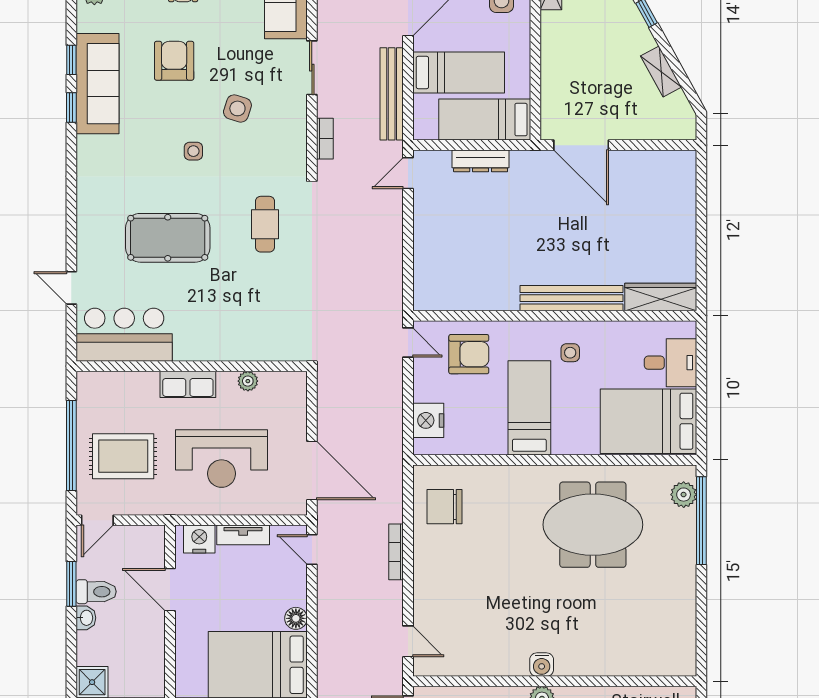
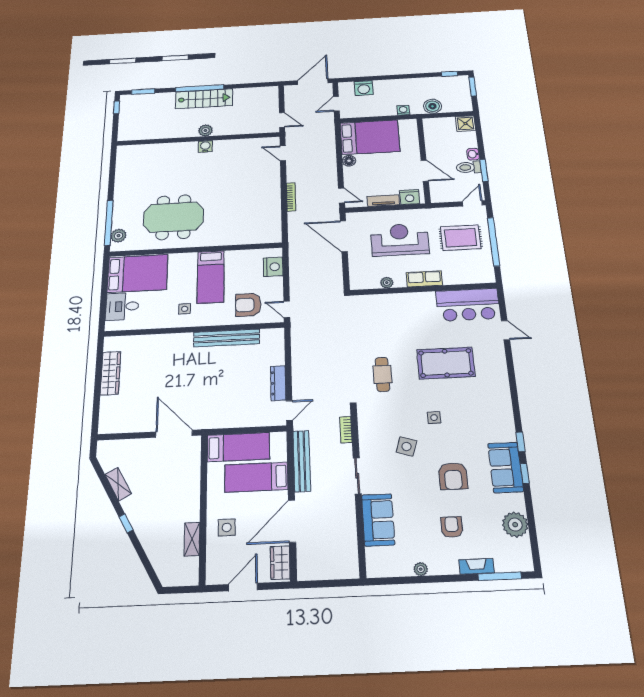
sofa: (98, 84) -> (506, 467), width x0.73
dresser: (481, 161) -> (278, 383), moved, turned -90
wardrobe: (661, 297) -> (110, 373), moved, turned -90
bench: (572, 298) -> (227, 338), moved
chair: (444, 507) -> (262, 222), removed

